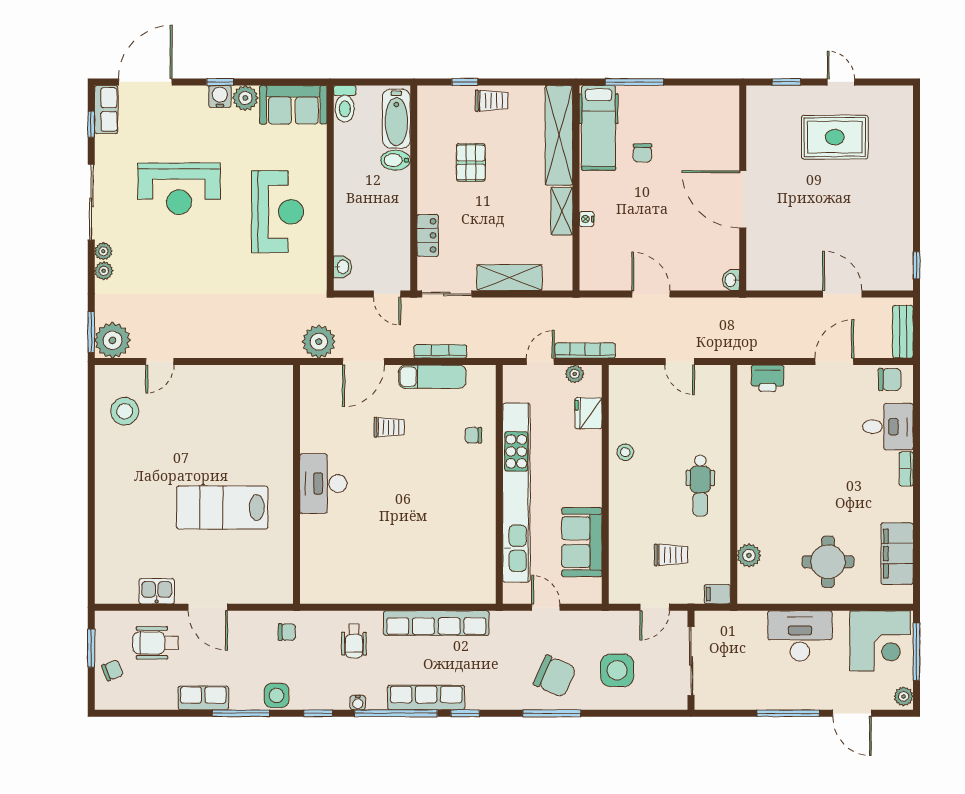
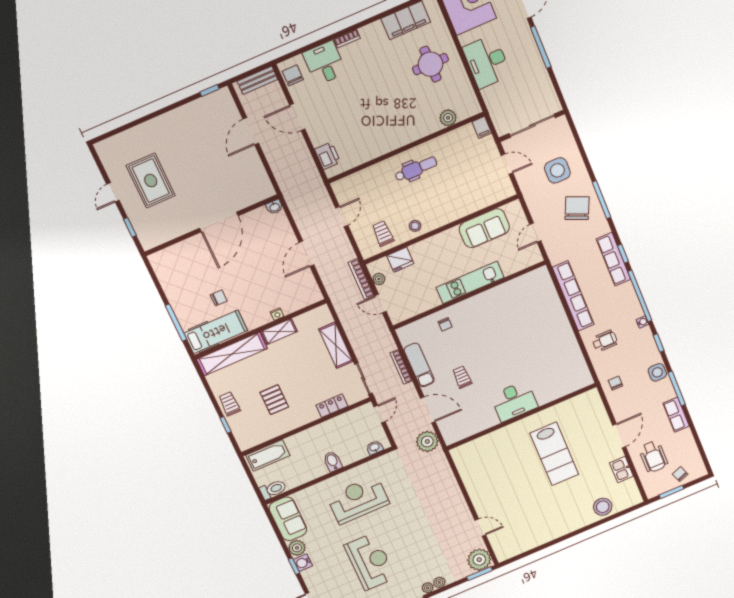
bidet: (396, 160) -> (333, 461), moved, turned 180
pallet: (471, 163) -> (274, 400), turned 90
stool: (125, 411) -> (603, 507), moved
kitchen unit: (516, 493) -> (470, 282), width x0.54
trolley: (671, 555) -> (383, 233), moved
row of seats: (426, 697) -> (613, 259), moved

